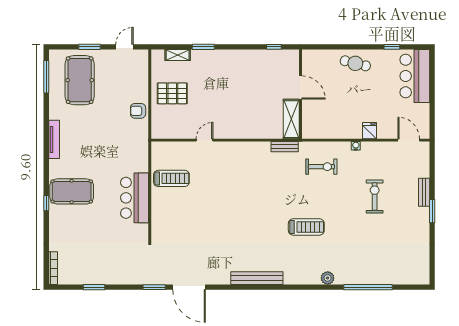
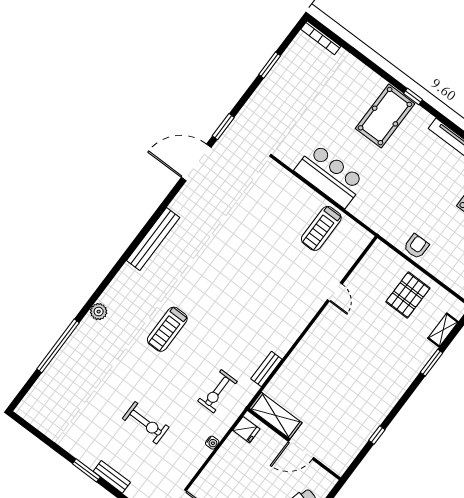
door: (301, 87) -> (301, 449), moved
wall: (301, 94) -> (294, 444), moved
shelving: (291, 119) -> (276, 416), moved
fridge: (369, 131) -> (246, 430), moved
window: (46, 203) -> (413, 96), moved

